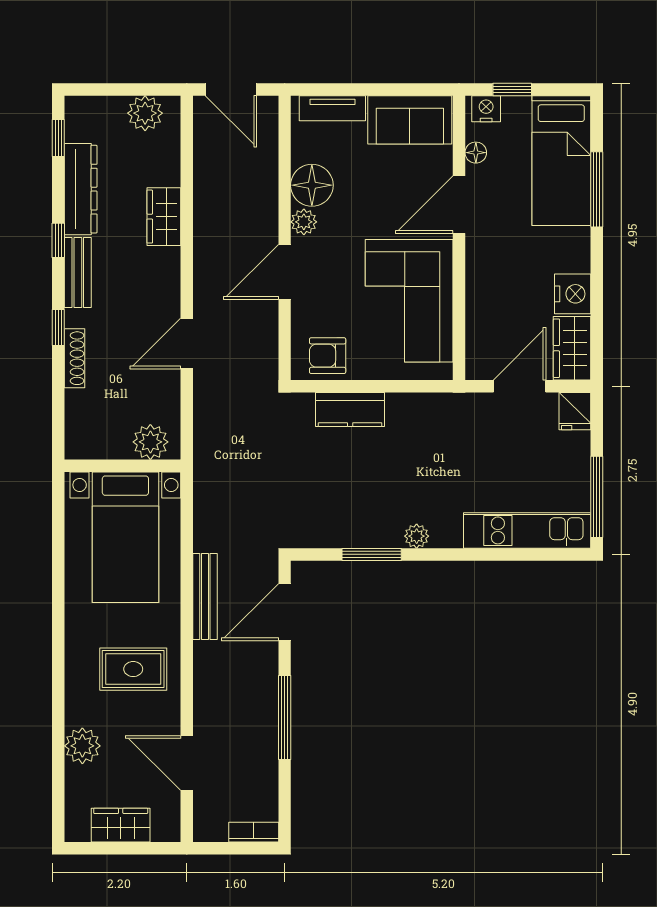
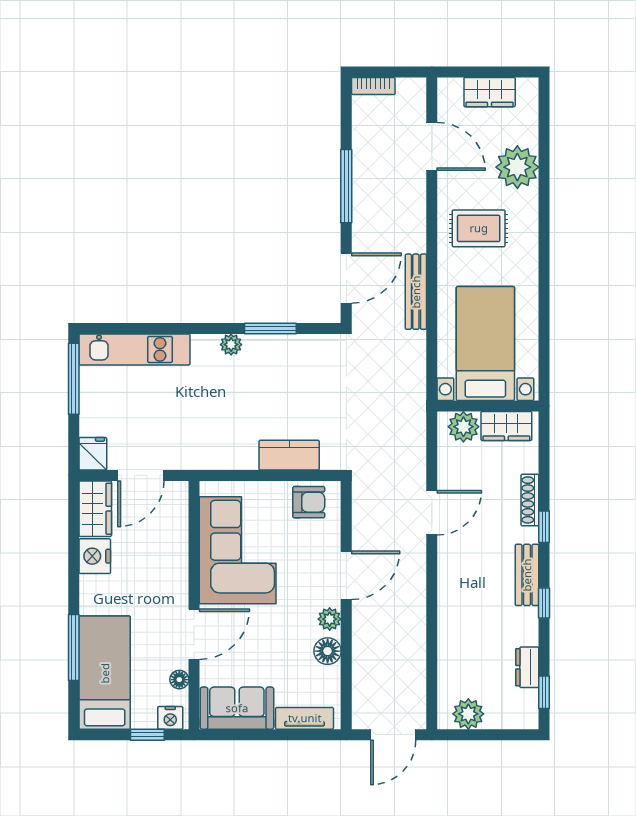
door: (231, 90) -> (393, 735), swing flipped
floor lamp: (312, 185) -> (328, 651), width x0.73, depth x0.73
dresser: (81, 189) -> (527, 667), width x0.51, depth x0.80
wardrobe: (164, 217) -> (506, 426), moved, turned 90
plant: (82, 746) -> (517, 167), width x1.36, depth x1.36

